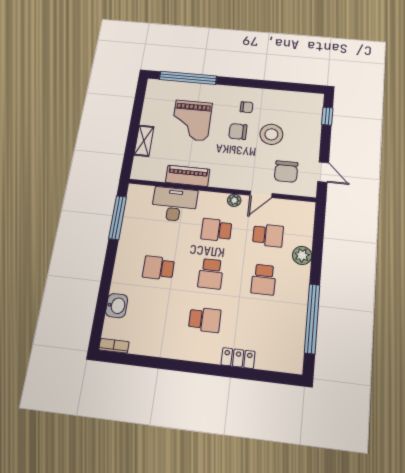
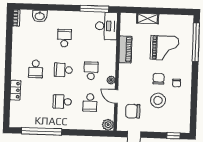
grand piano: (192, 120) -> (164, 48), turned 180
desk: (174, 204) -> (106, 26), moved
plant: (302, 255) -> (108, 125), moved

